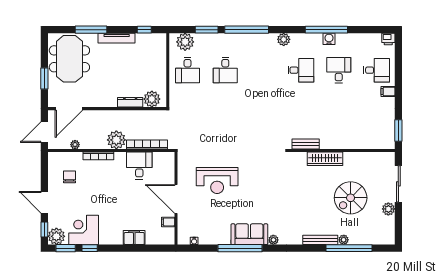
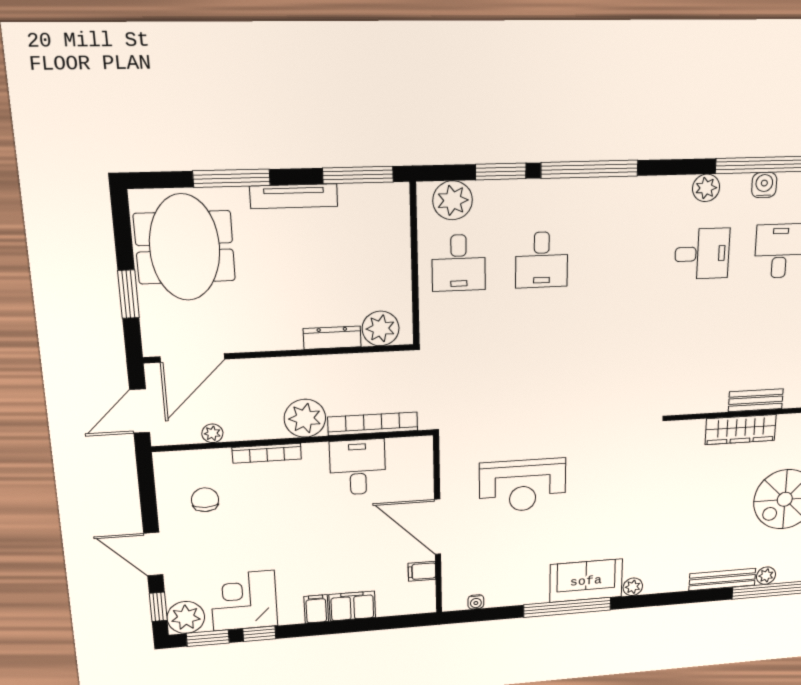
window: (144, 30) -> (358, 175), width x2.17
plant: (284, 39) -> (706, 188), moved
bench: (306, 144) -> (756, 400), moved
filing cabinet: (117, 237) -> (316, 609), added

